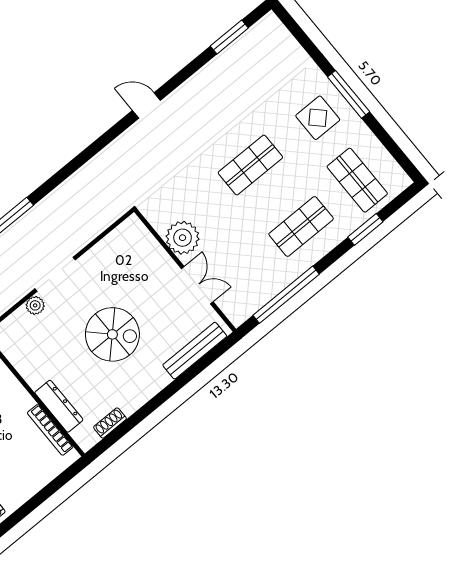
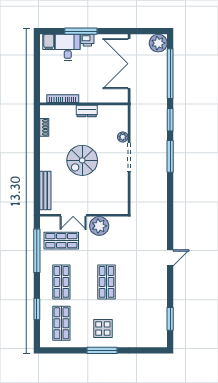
shop shelf: (357, 180) -> (61, 323), turned 90
shop shelf: (245, 273) -> (61, 241), added
dresser: (59, 406) -> (87, 111), moved, width x0.70

